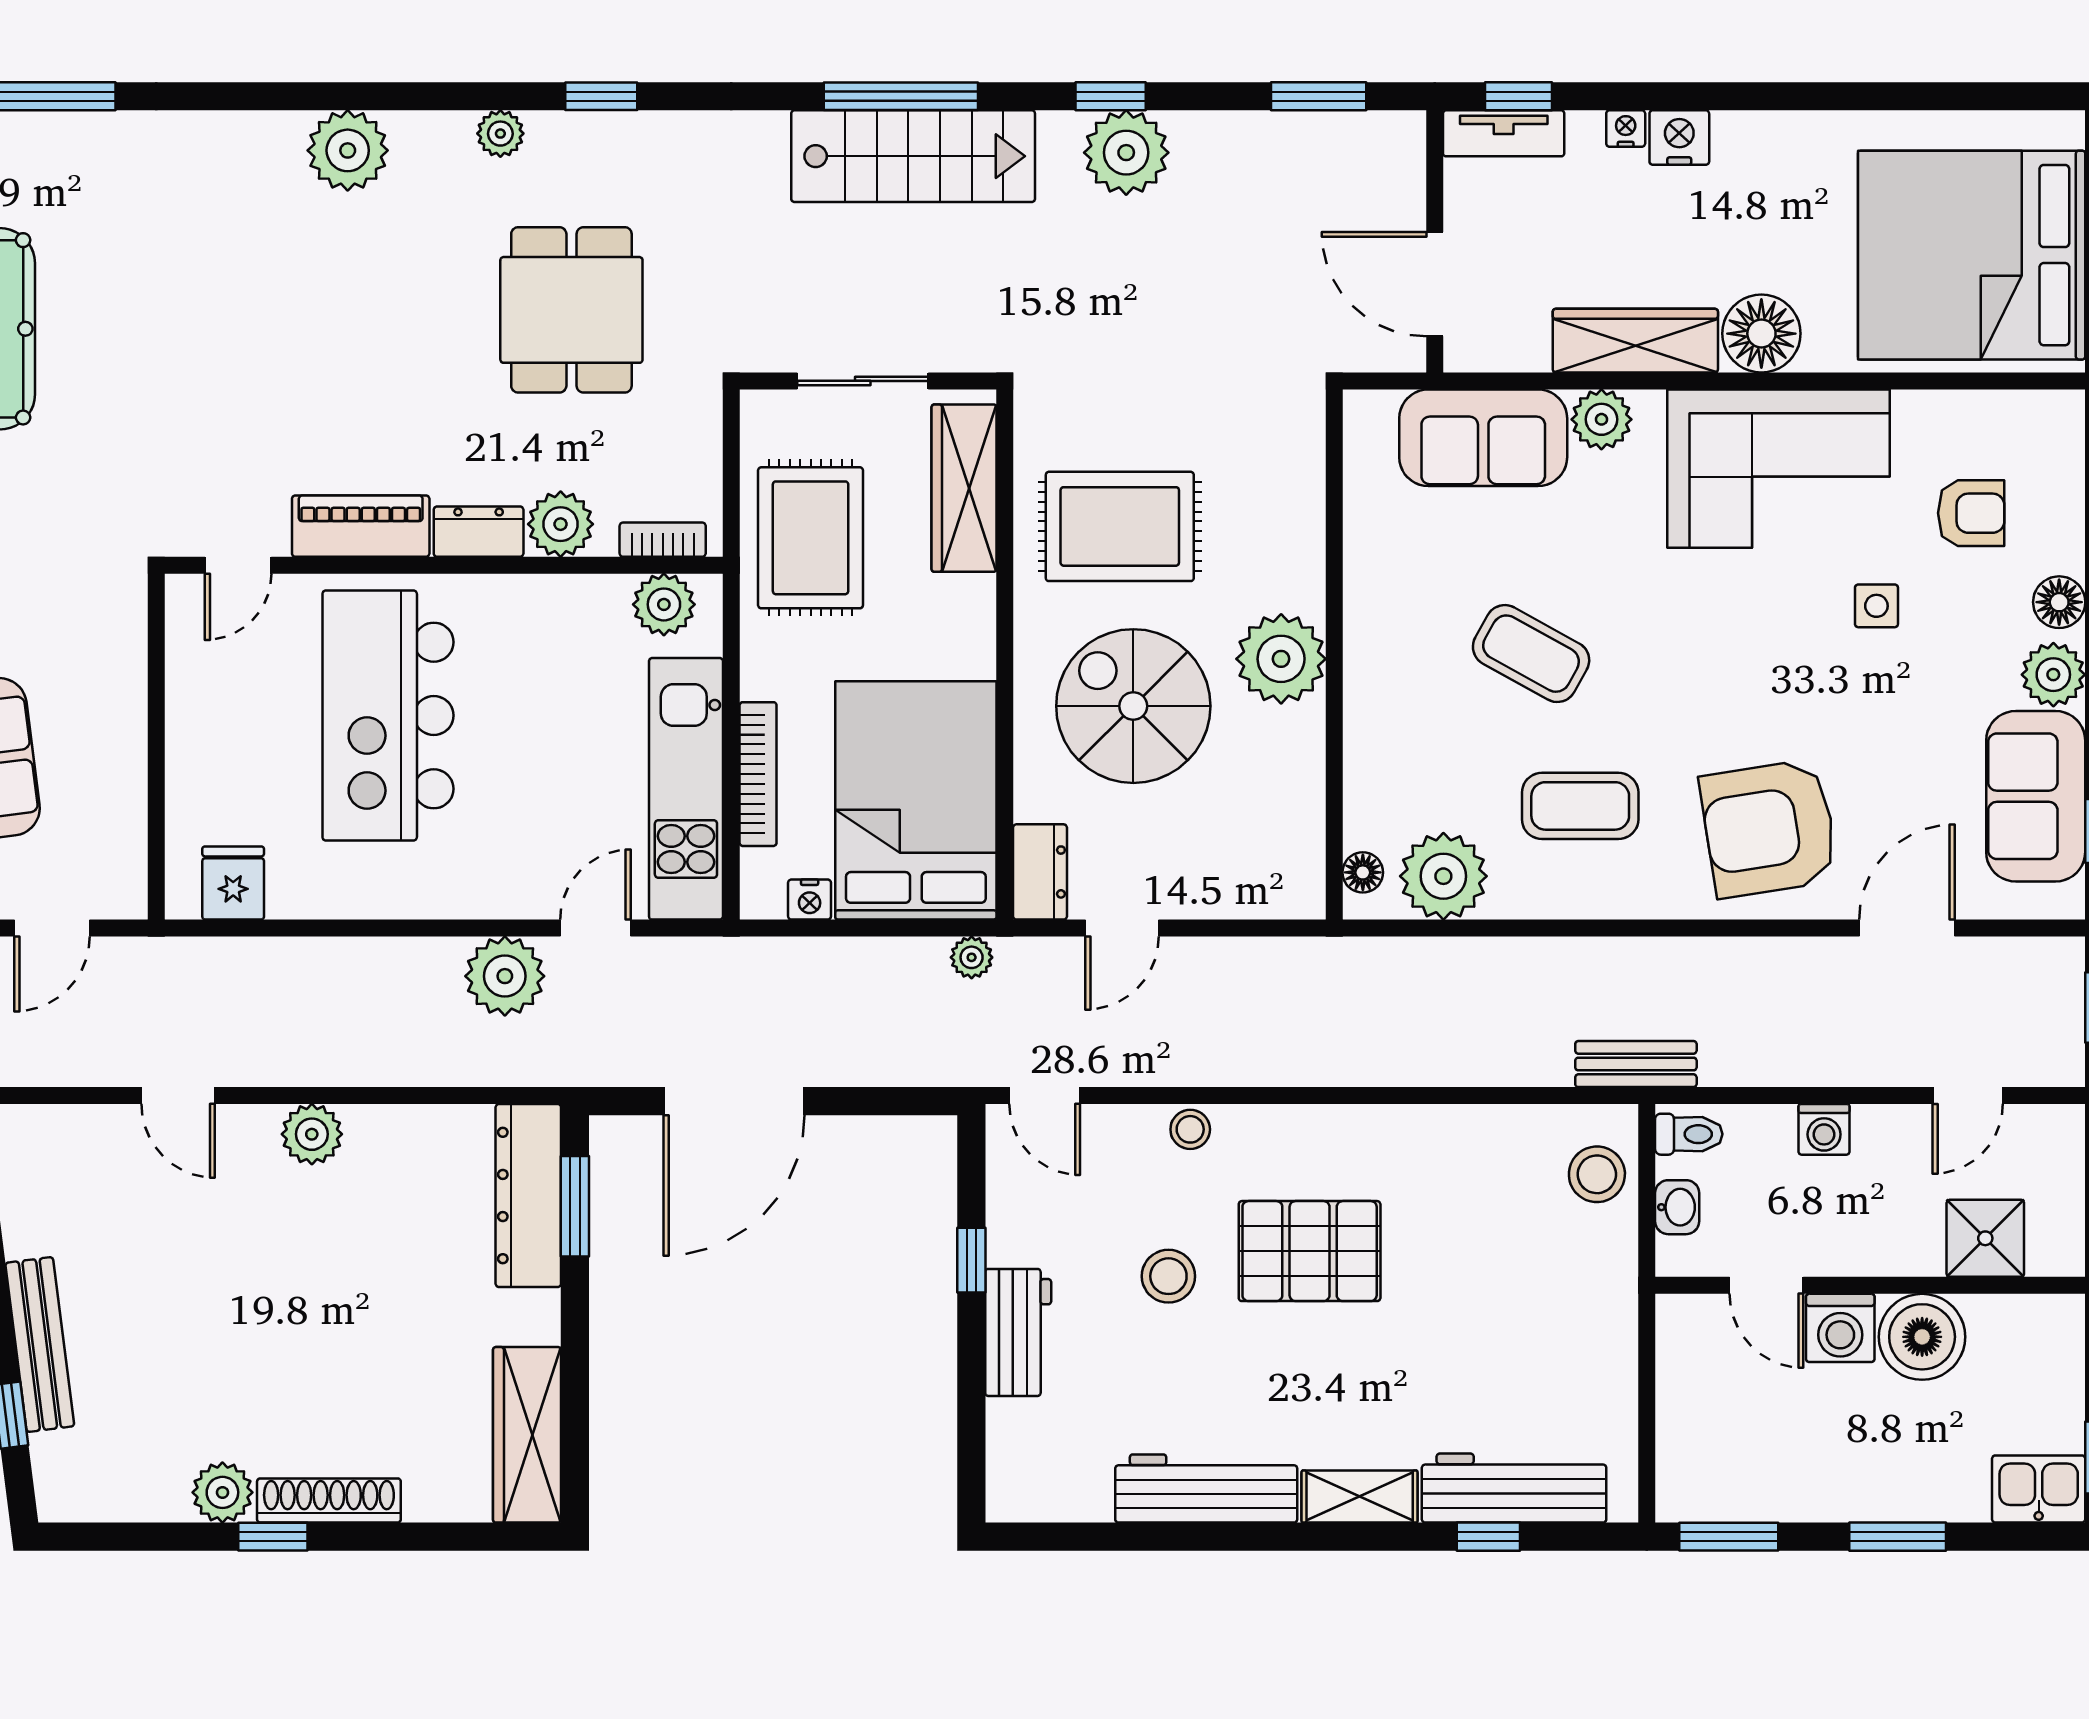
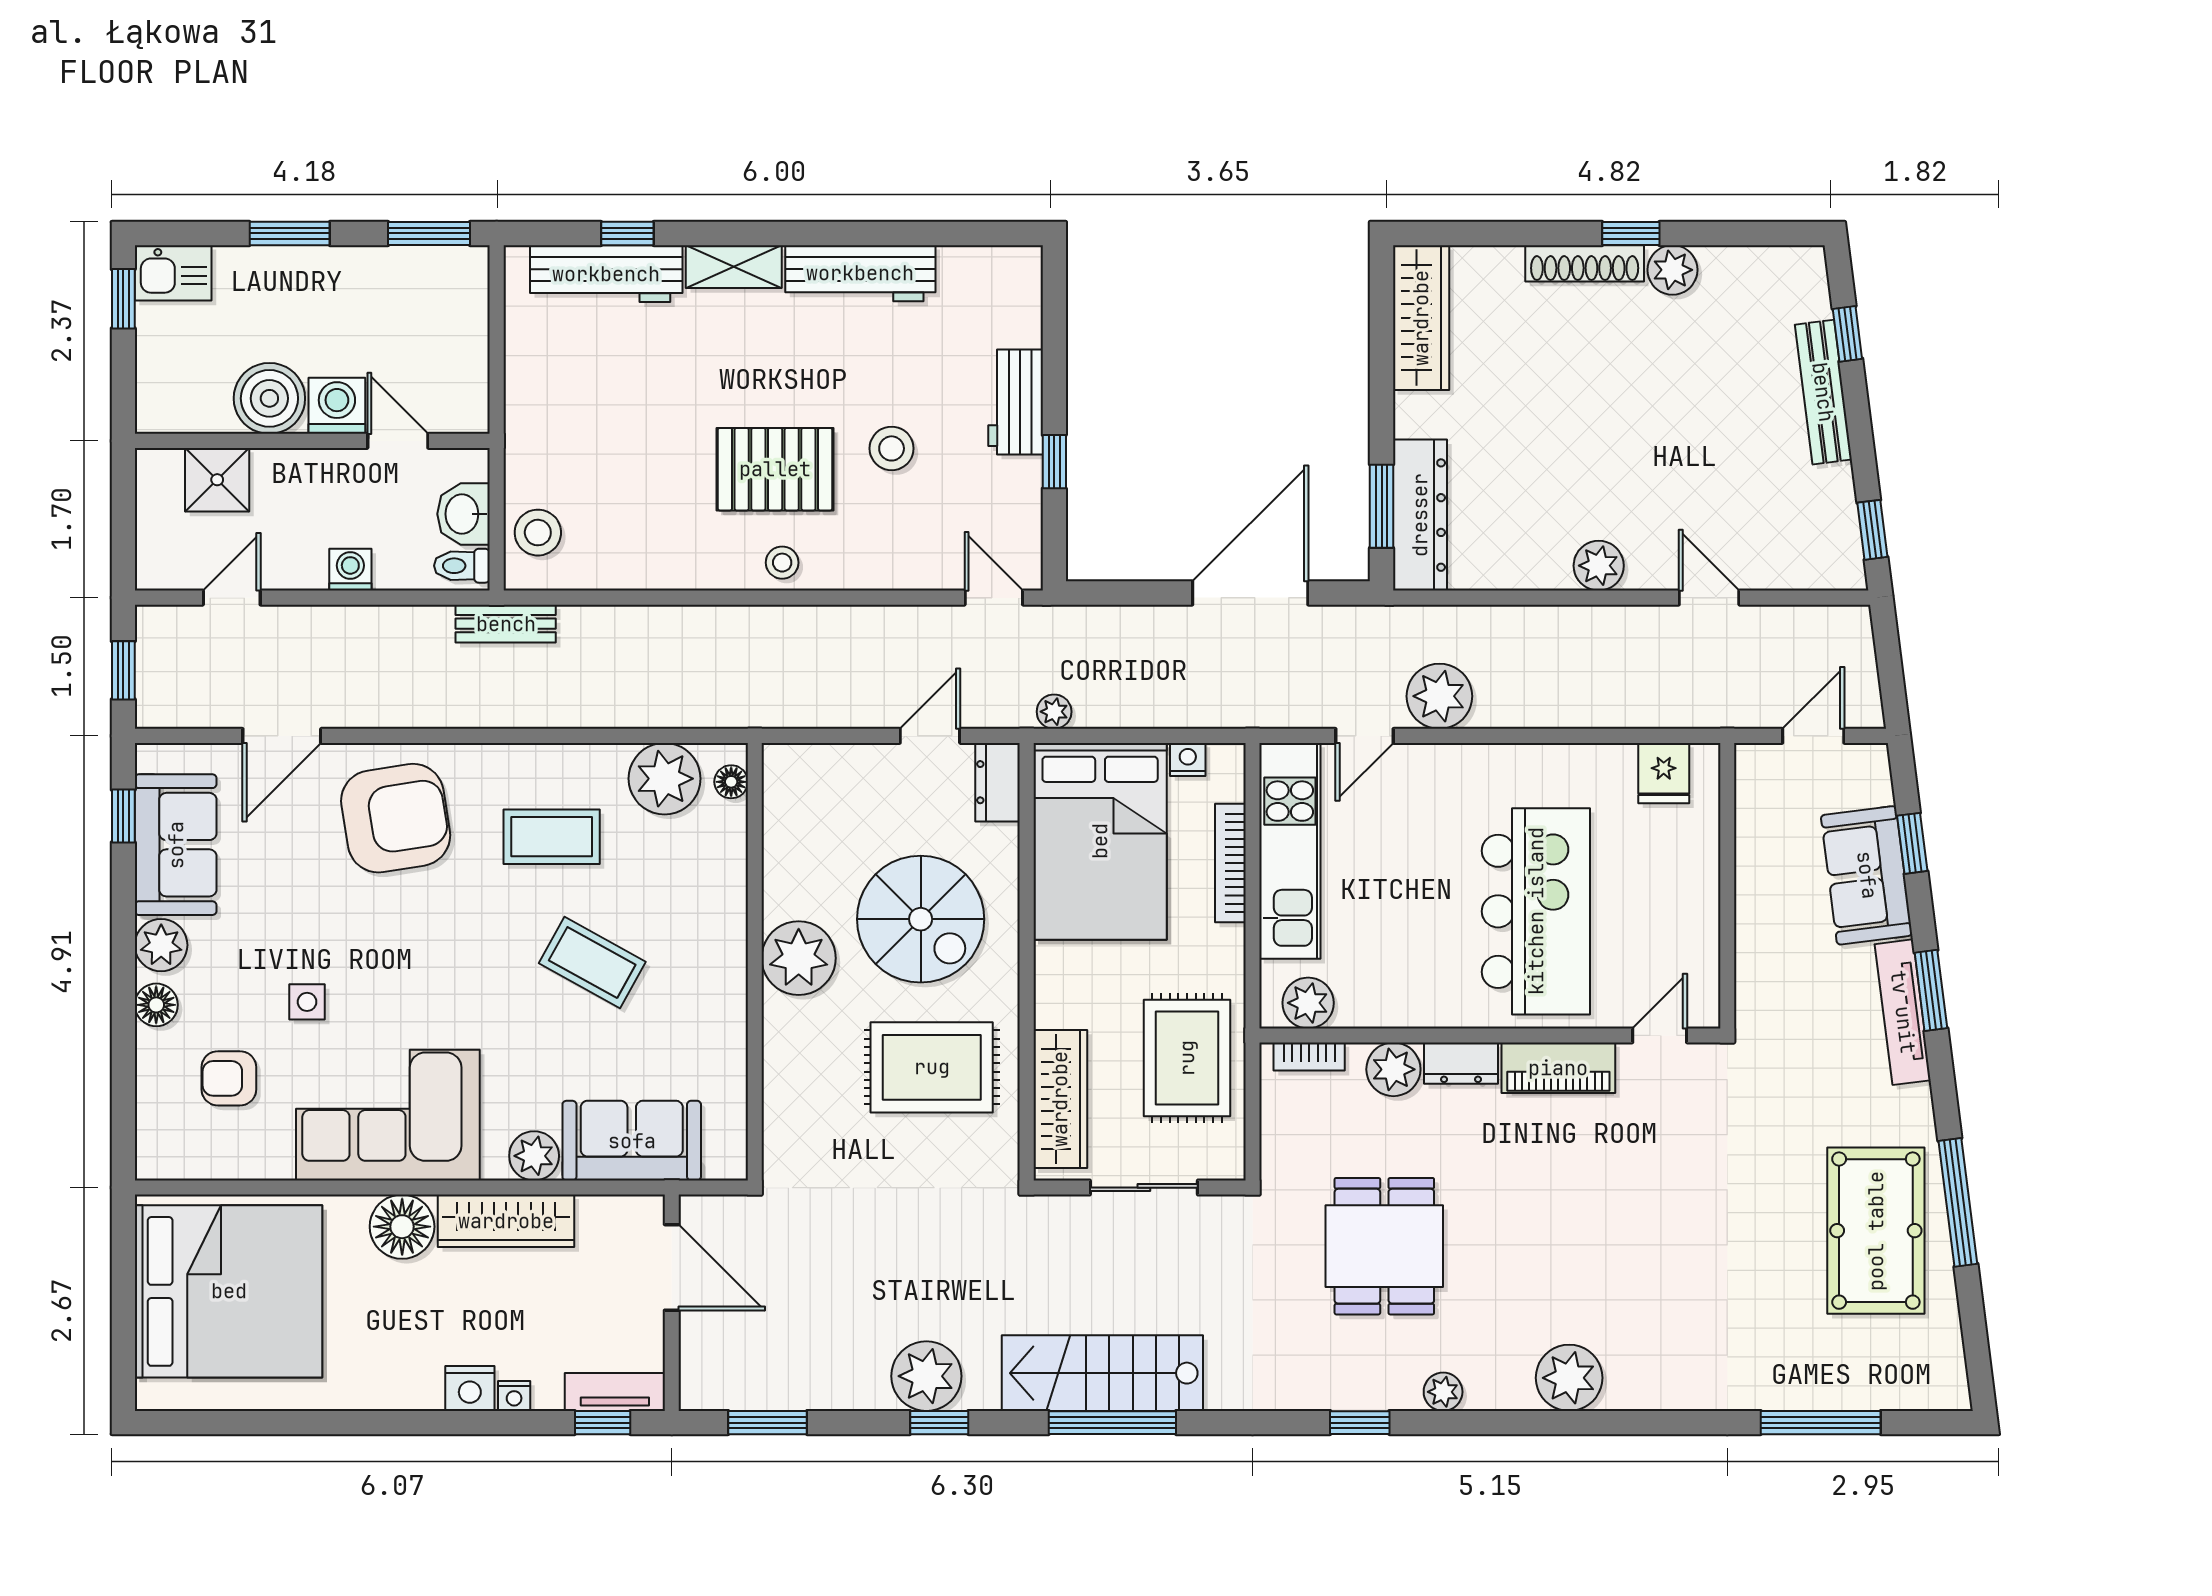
stool: (1190, 1129) -> (782, 563), moved
washbasin: (1677, 1207) -> (463, 514), width x1.38, depth x1.45

